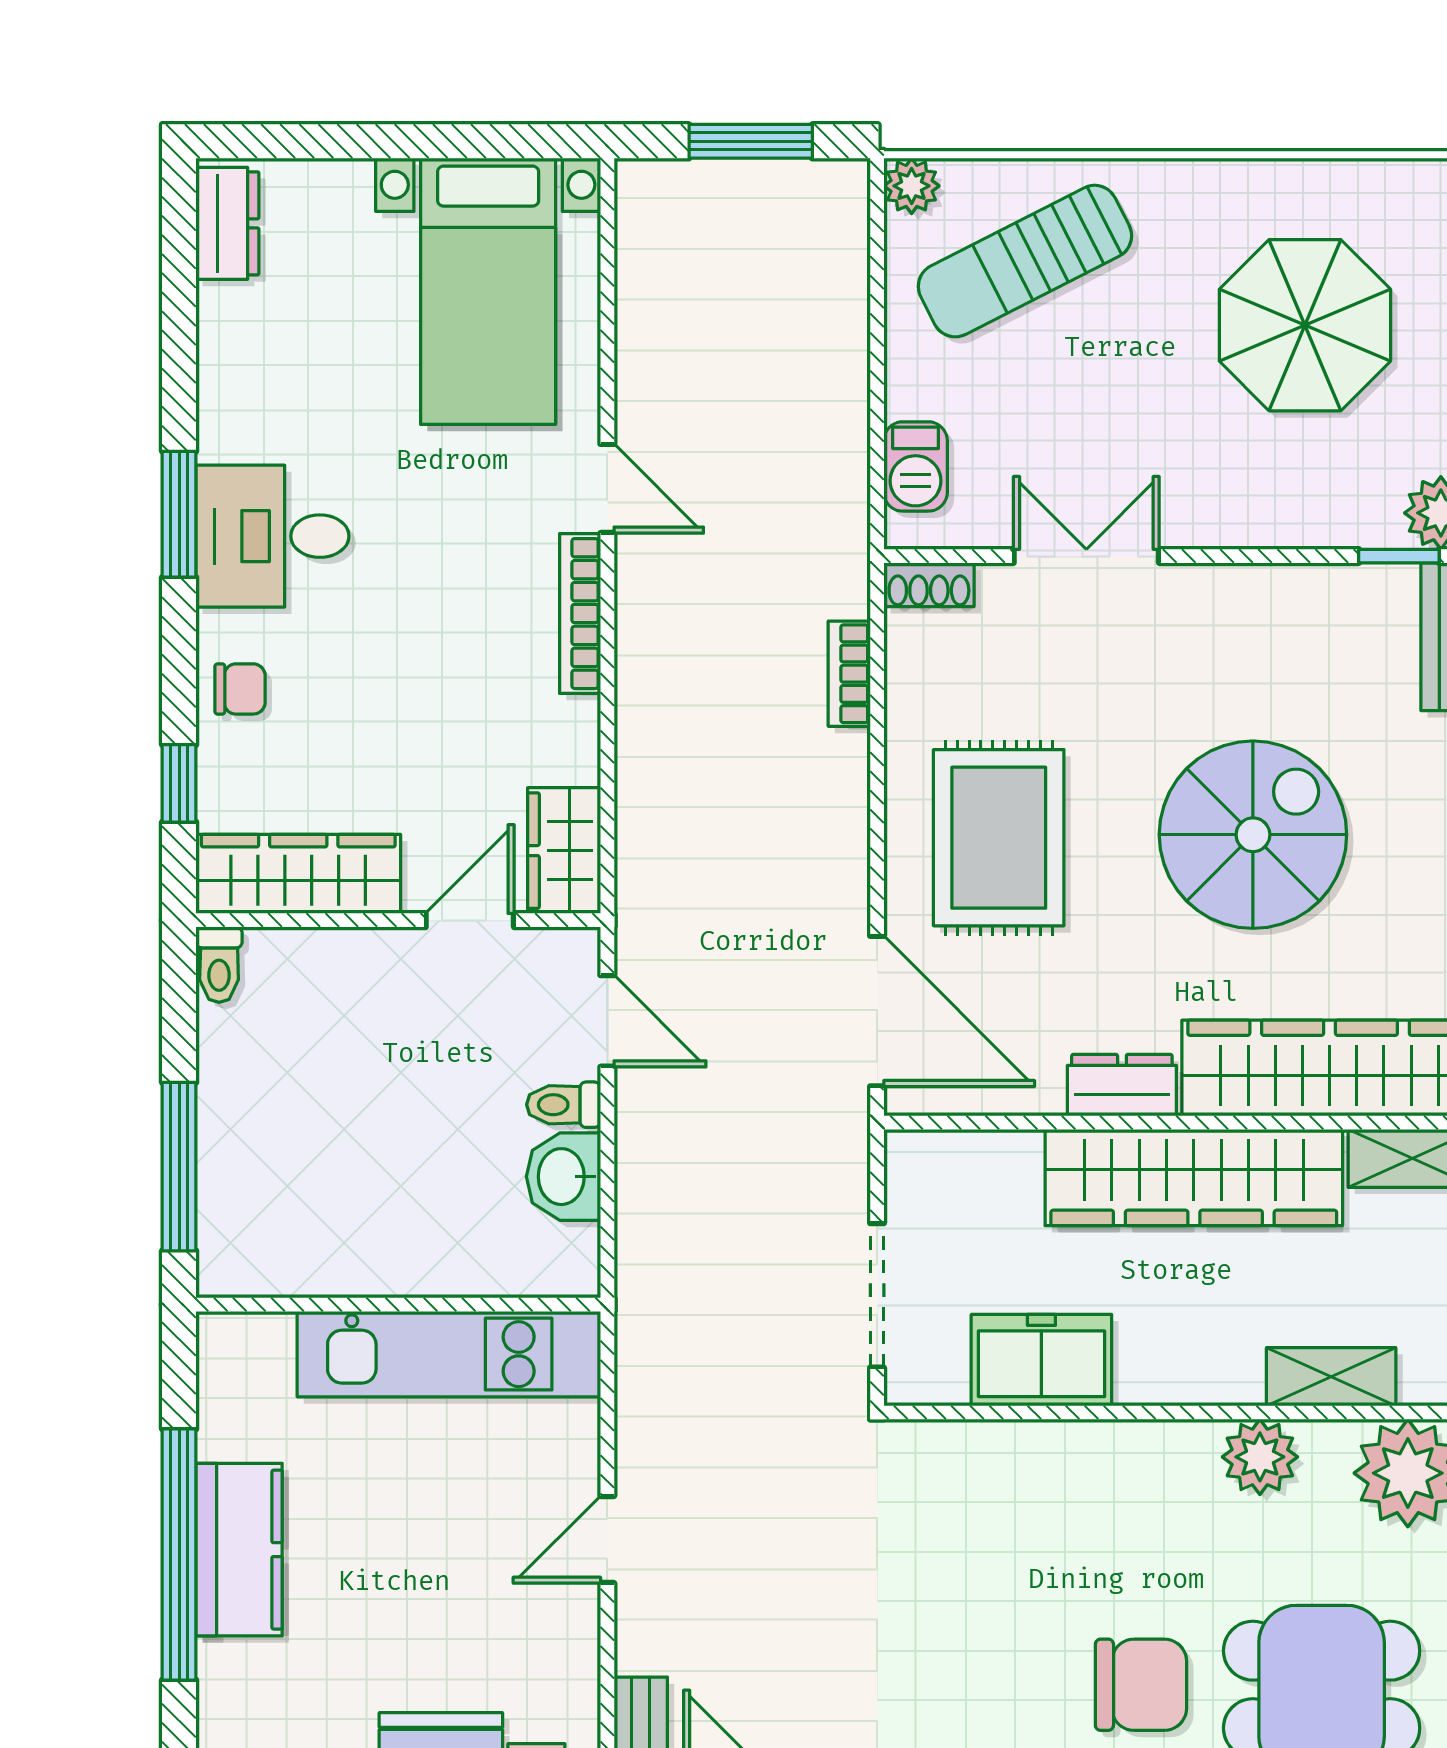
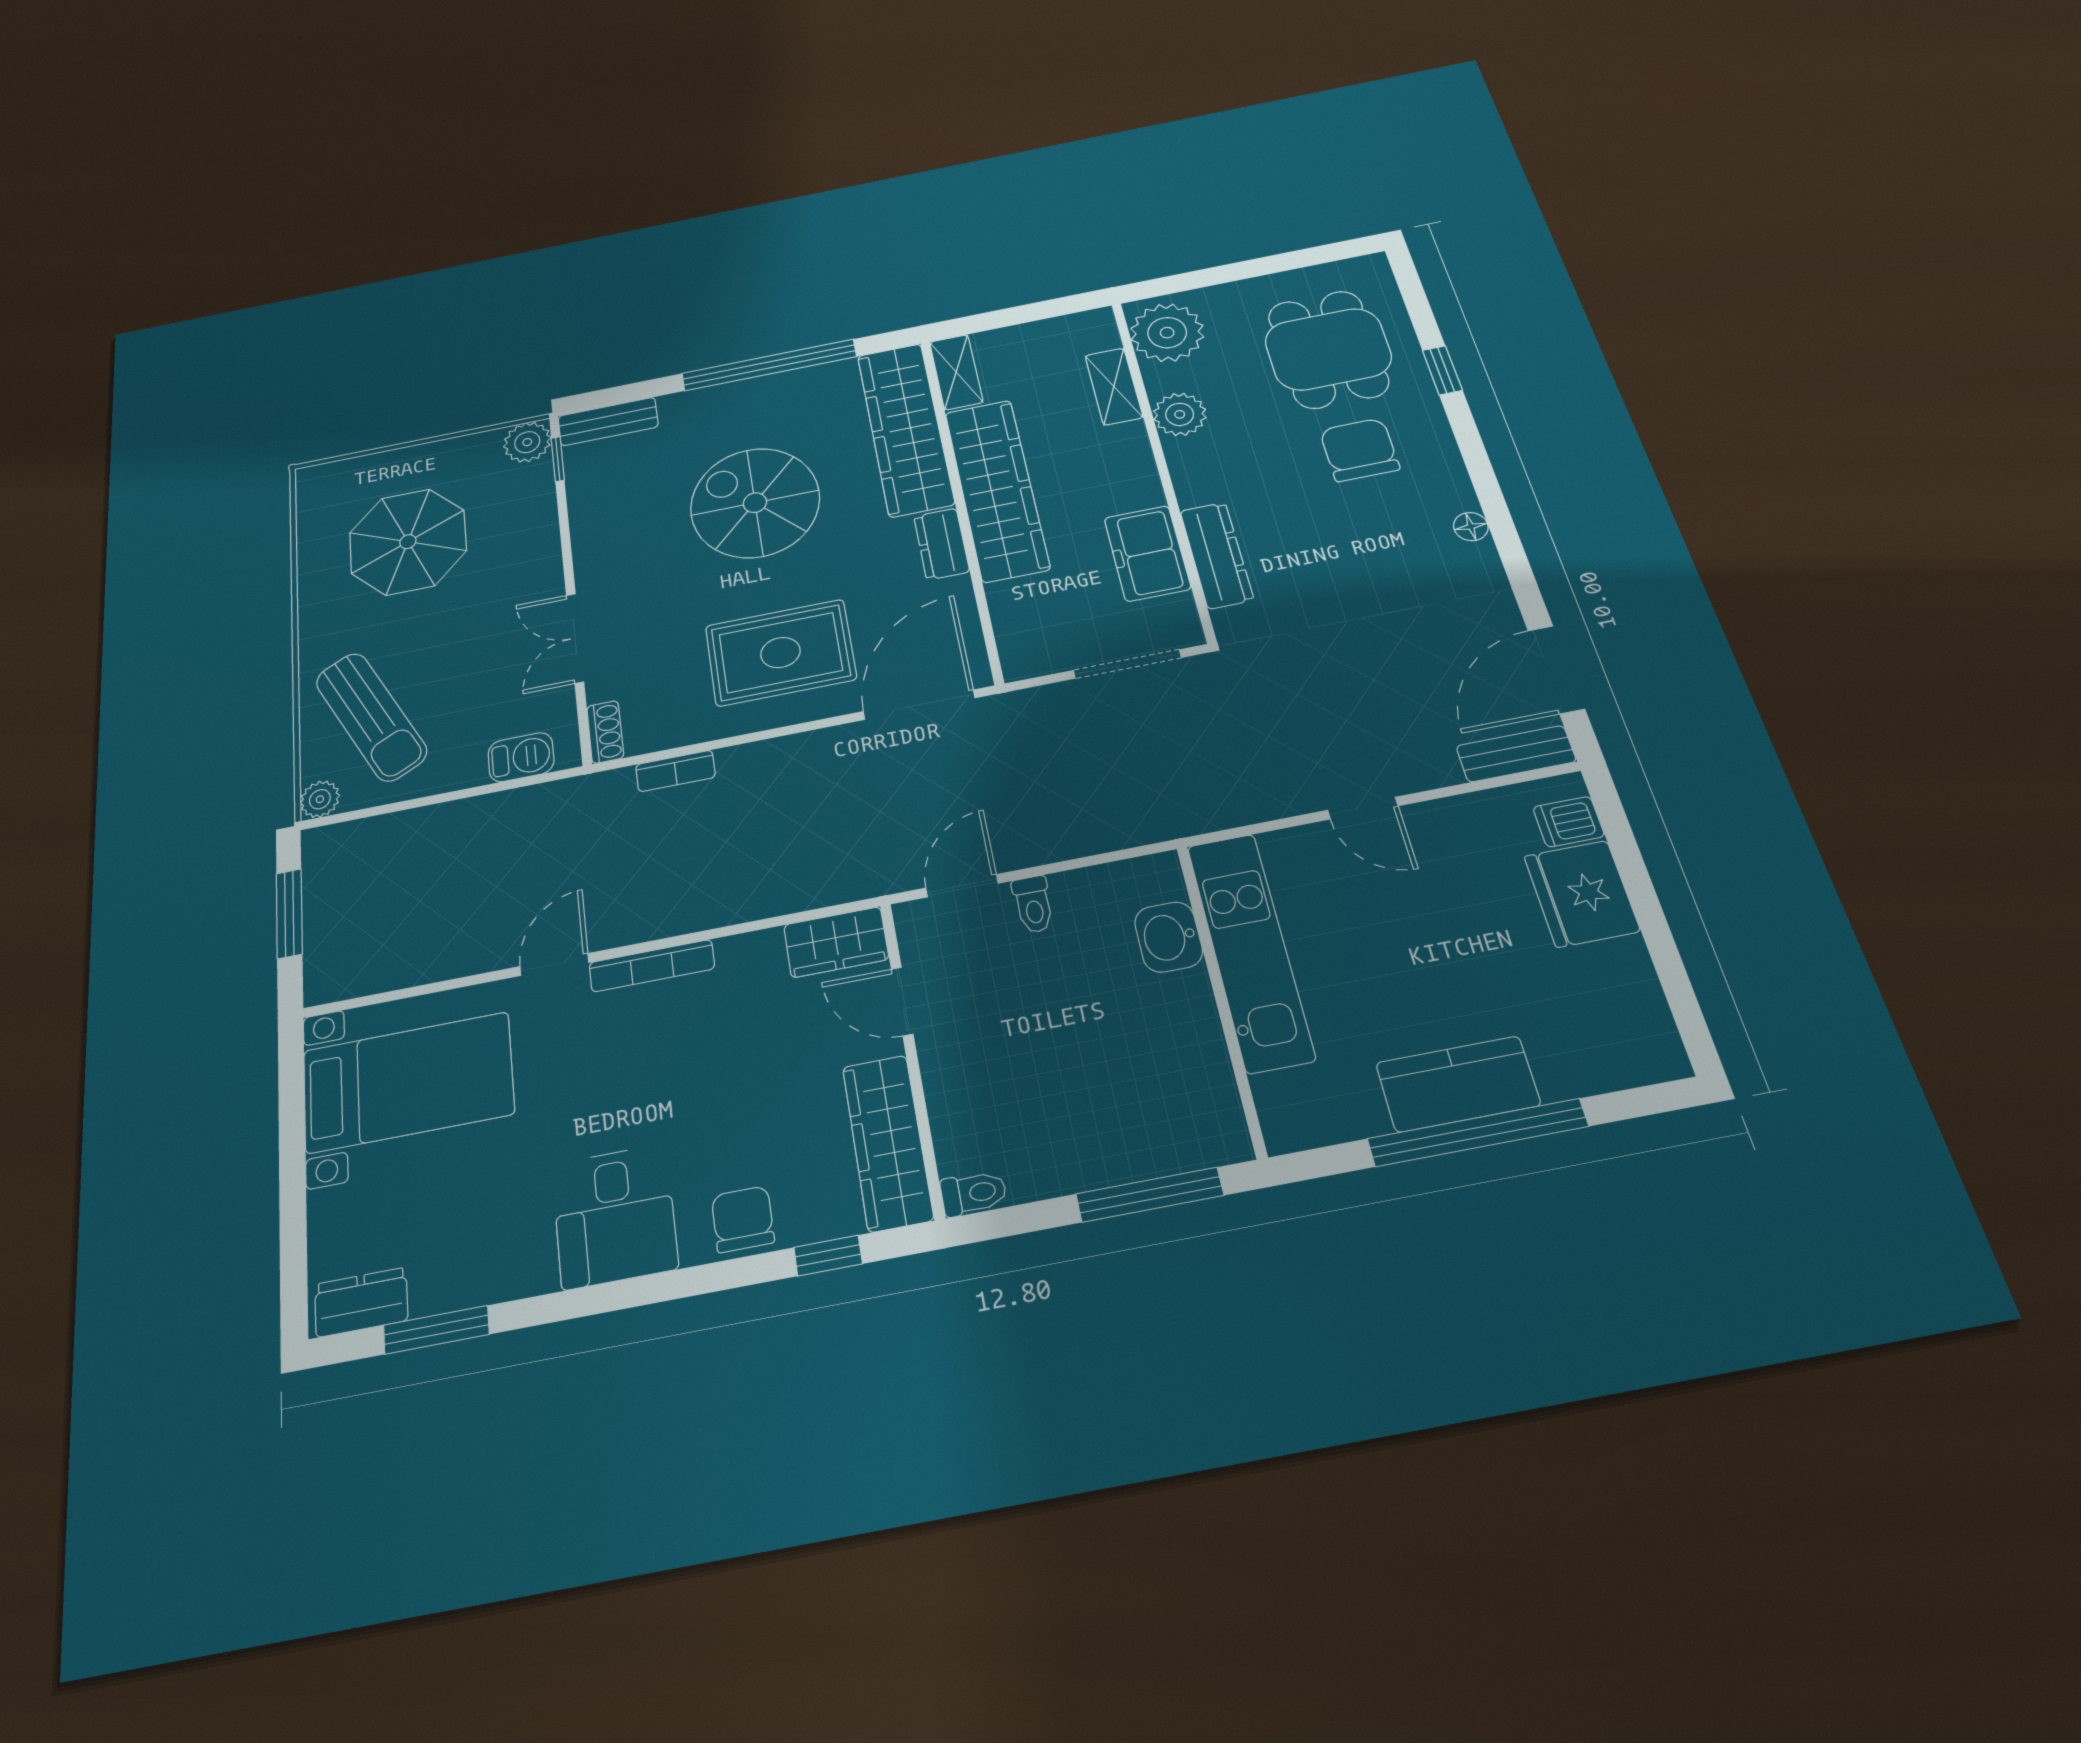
window: (179, 514) -> (436, 1330), moved
chair: (240, 689) -> (743, 1219), width x1.37, depth x1.37
washbasin: (563, 1177) -> (1169, 937), moved, turned 90
dresser: (1017, 1451) -> (1217, 555), added

